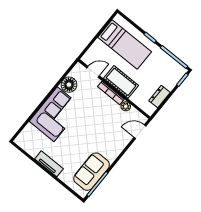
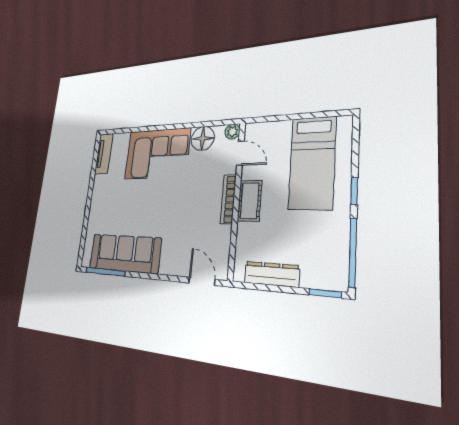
cot: (121, 82) -> (250, 201), width x0.73, depth x0.75
dresser: (160, 97) -> (271, 274), width x1.44
plant: (126, 106) -> (232, 132), moved
tv unit: (49, 164) -> (104, 154), moved
sofa: (92, 172) -> (125, 253), width x1.36

